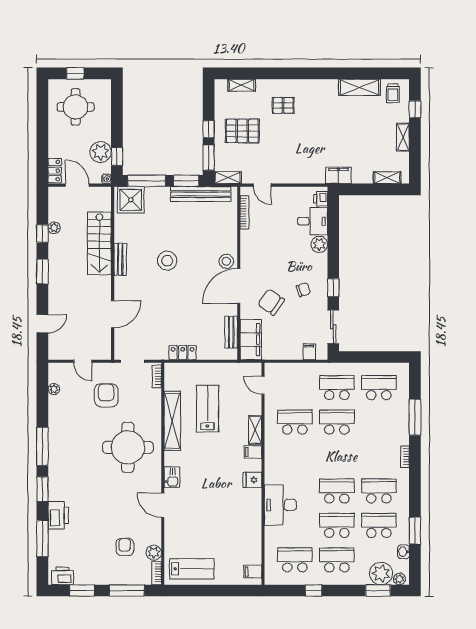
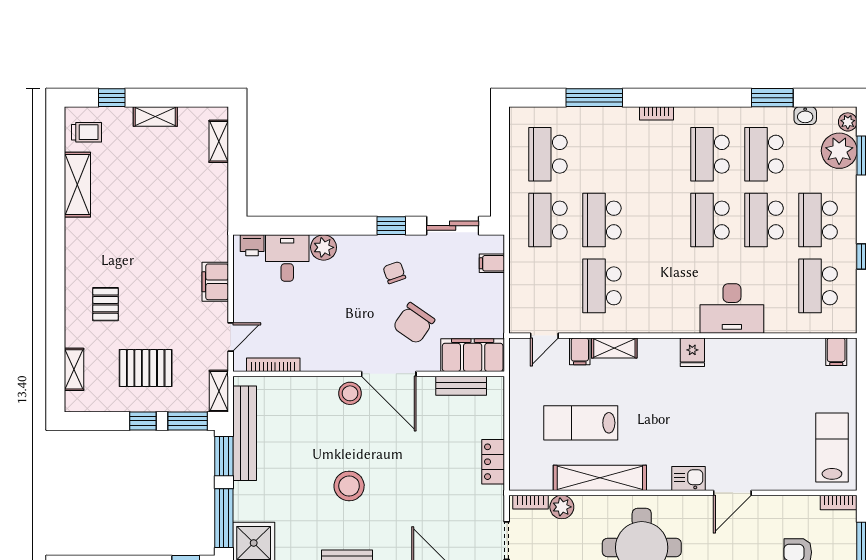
pallet: (242, 131) -> (146, 368), turned 90
filing cabinet: (338, 175) -> (215, 282), moved
filing cabinet: (253, 452) -> (580, 351), moved
plant: (154, 553) -> (562, 507), moved

